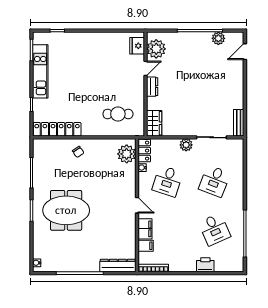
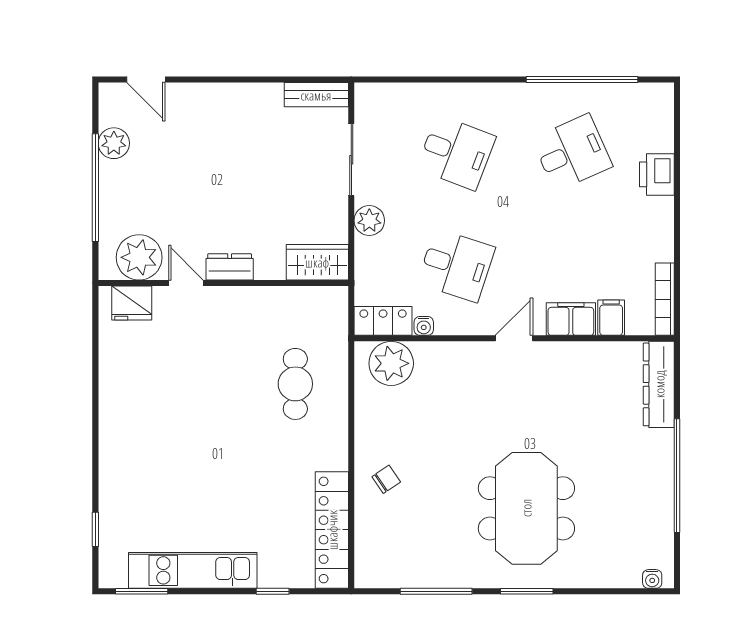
fridge: (137, 46) -> (132, 303), moved
plant: (156, 49) -> (139, 257), moved
door: (145, 68) -> (186, 283), moved
wall: (145, 84) -> (223, 283), moved
dresser: (152, 87) -> (230, 267), moved
wardrobe: (154, 123) -> (317, 262), moved

